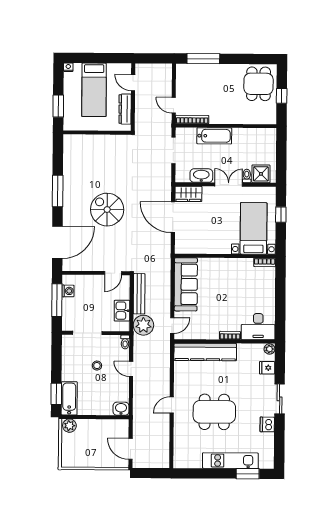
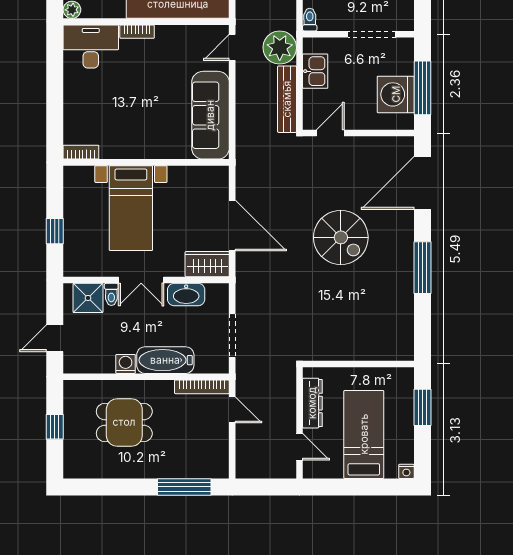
dining table: (259, 84) -> (124, 422), moved, turned 90
washing machine: (238, 134) -> (126, 364), added
door: (281, 150) -> (55, 338), added
bed with nightstands: (254, 228) -> (131, 208), moved
washing machine: (68, 291) -> (396, 94), width x1.89, depth x1.89

